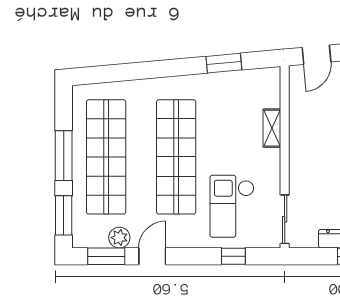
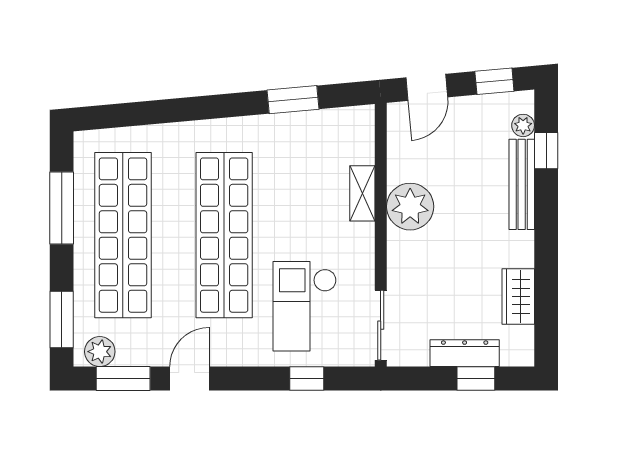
plant: (305, 137) -> (410, 207), added
window: (64, 156) -> (62, 208), moved
plant: (119, 238) -> (100, 352), moved

